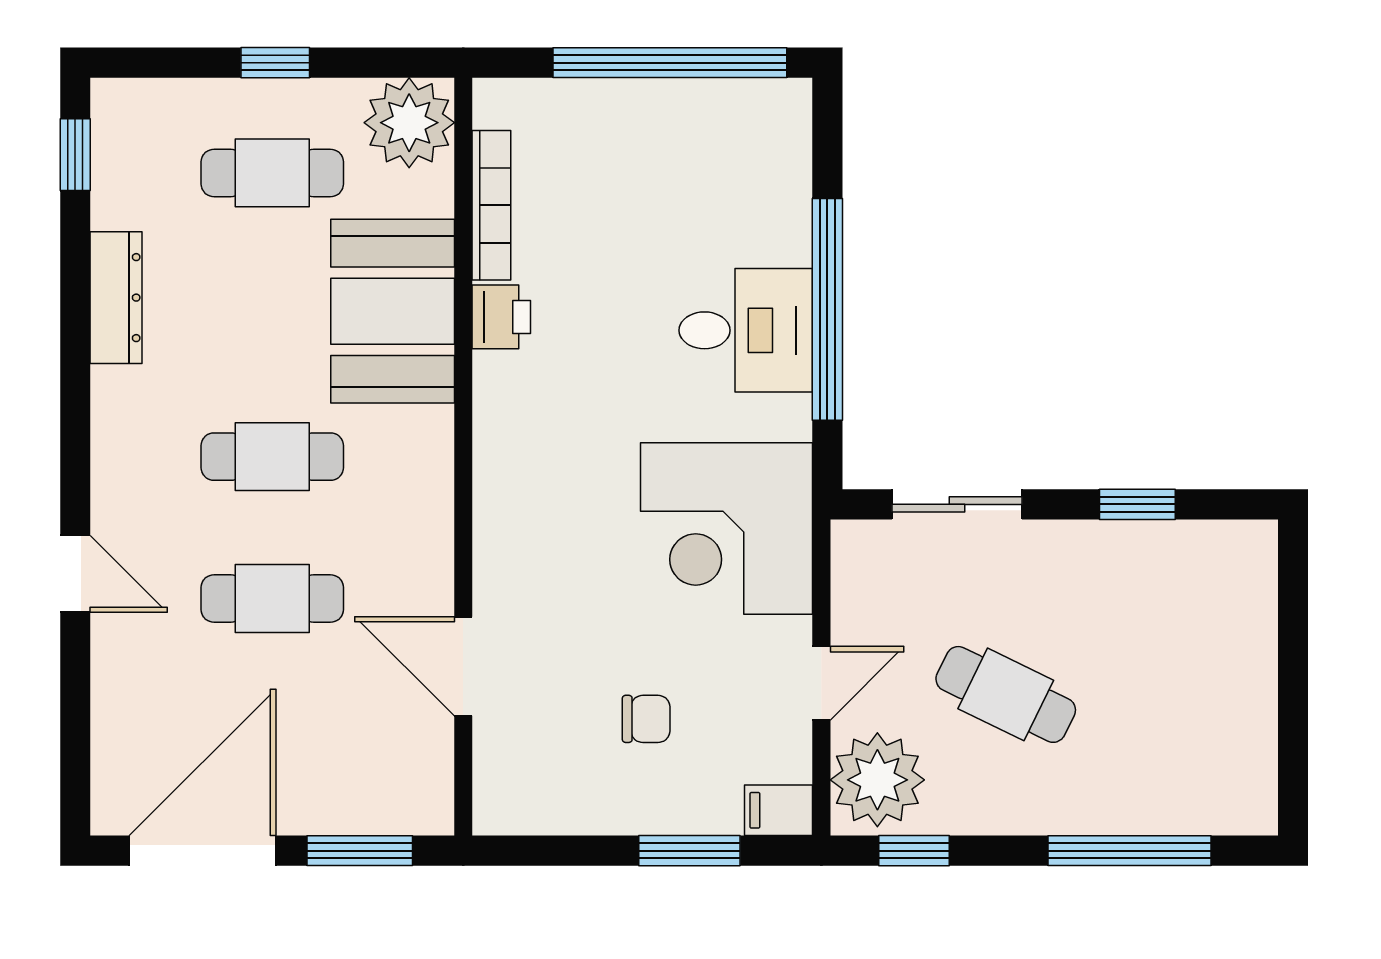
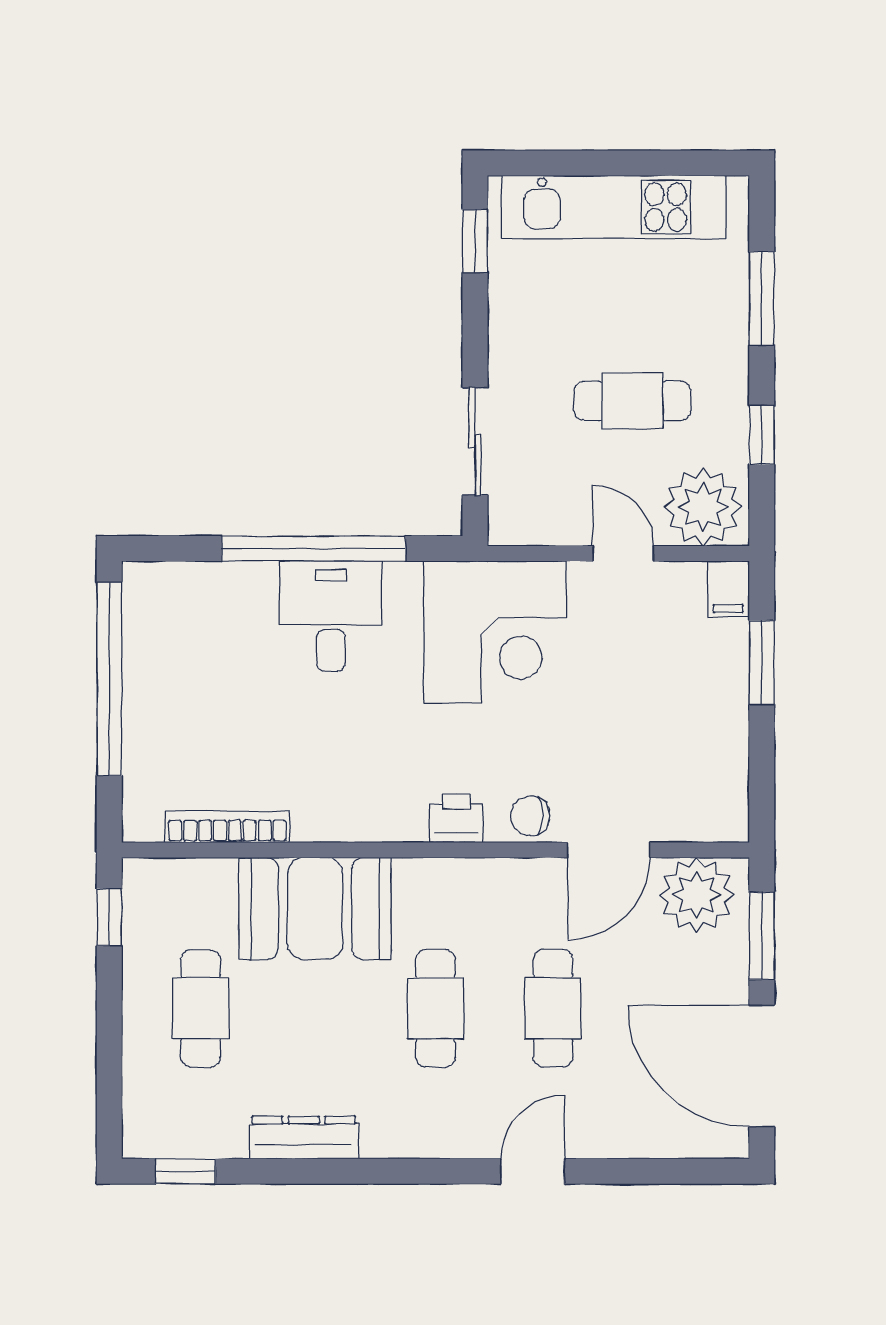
window: (275, 63) -> (109, 917), moved
plant: (409, 123) -> (697, 895), moved
printer: (501, 317) -> (456, 819), moved
window: (1137, 504) -> (475, 241), moved
kitchen unit: (1240, 672) -> (614, 207), added
cafe table: (1006, 694) -> (632, 401), turned 64
chair: (646, 719) -> (530, 816), moved, turned -90
window: (914, 851) -> (762, 435), moved
window: (1130, 851) -> (762, 298), width x0.69

